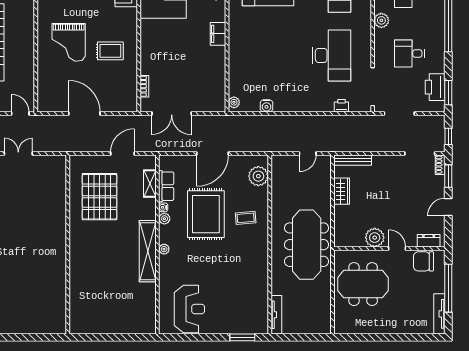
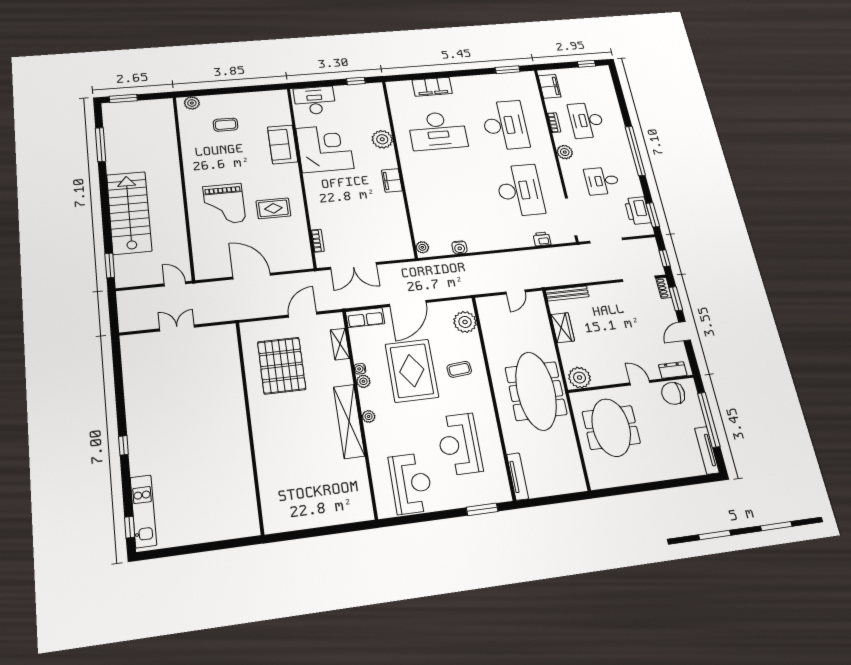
row of seats: (166, 186) -> (365, 318), moved, turned 90
plant: (375, 238) -> (580, 378), moved
reception desk: (234, 282) -> (459, 444), added
meeting table: (363, 284) -> (611, 427), turned 90

